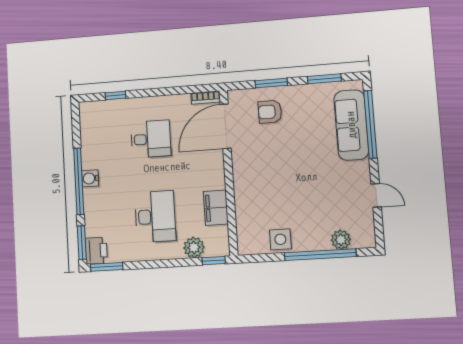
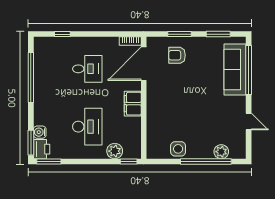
water cooler: (90, 178) -> (40, 132), moved
window: (79, 181) -> (31, 77), moved
filing cabinet: (216, 208) -> (133, 104), moved

